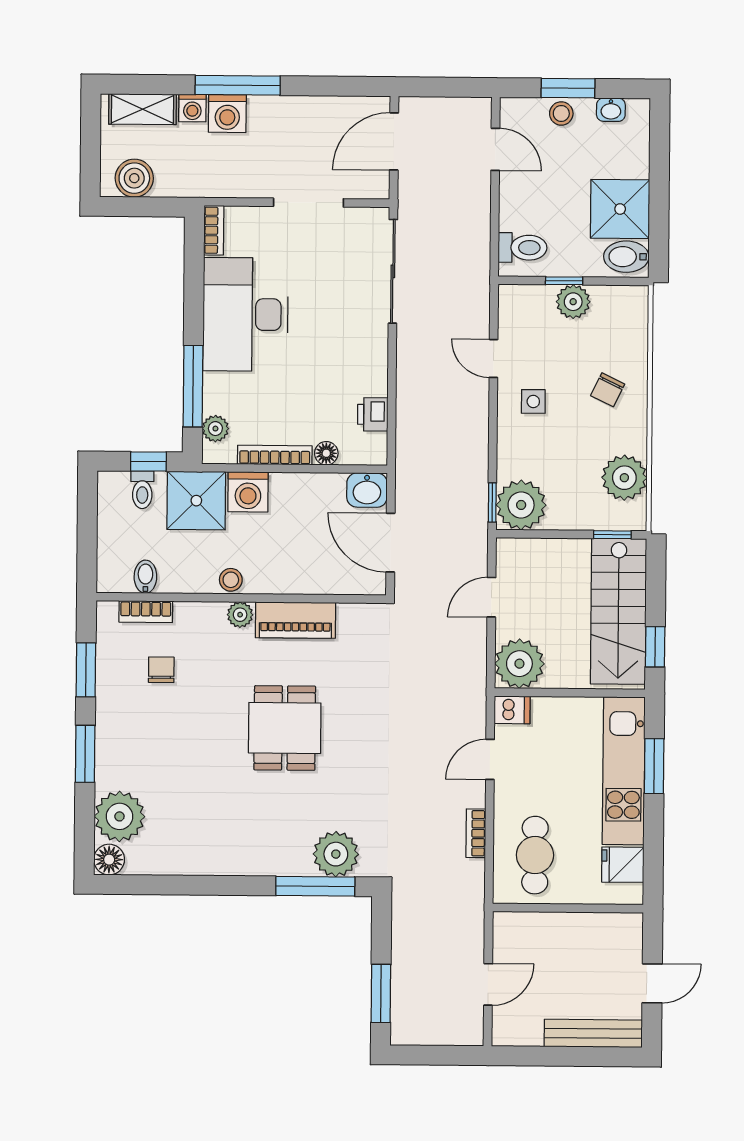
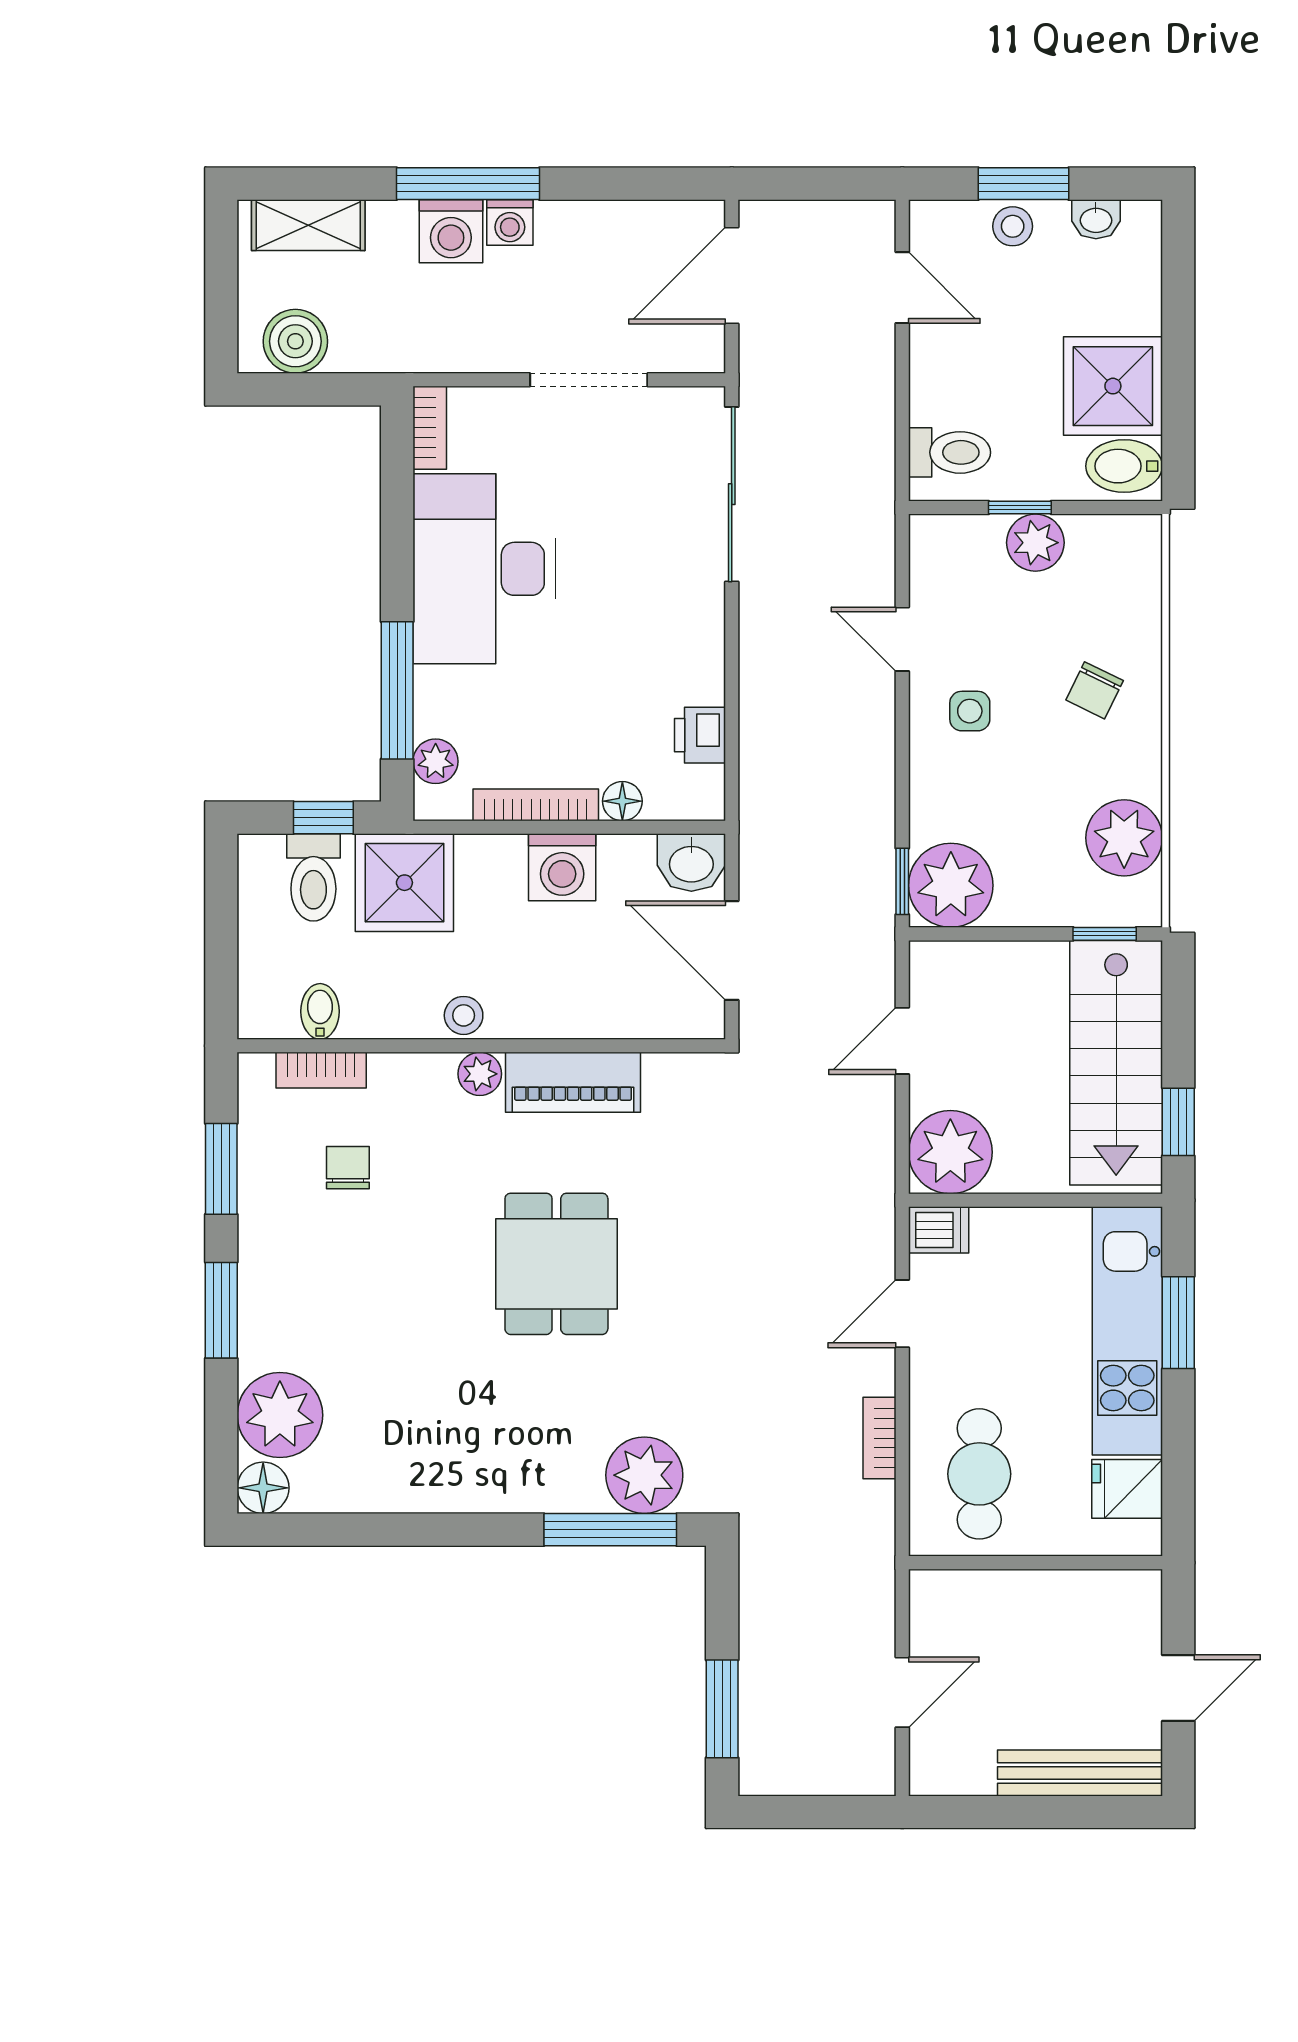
washing machine: (192, 108) -> (510, 223), moved
toilet: (142, 490) -> (313, 877), width x1.37, depth x1.39
washing machine: (248, 492) -> (562, 867), moved

